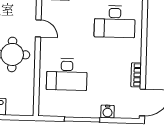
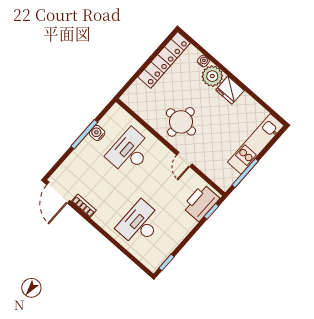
door: (38, 28) -> (184, 159), hinge flipped
water cooler: (108, 112) -> (97, 133), moved

